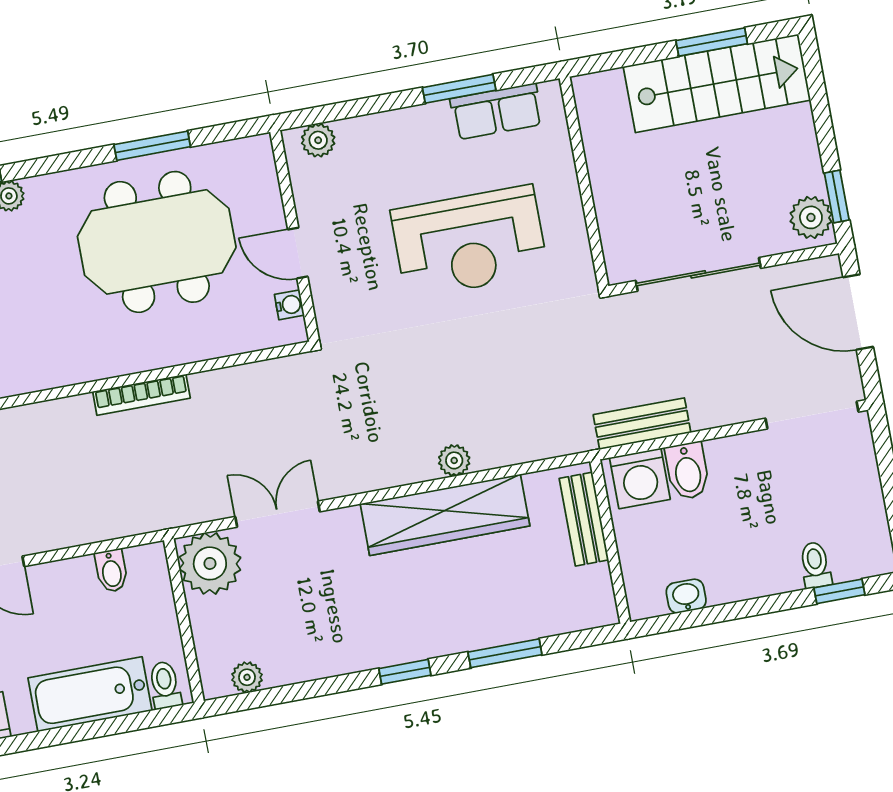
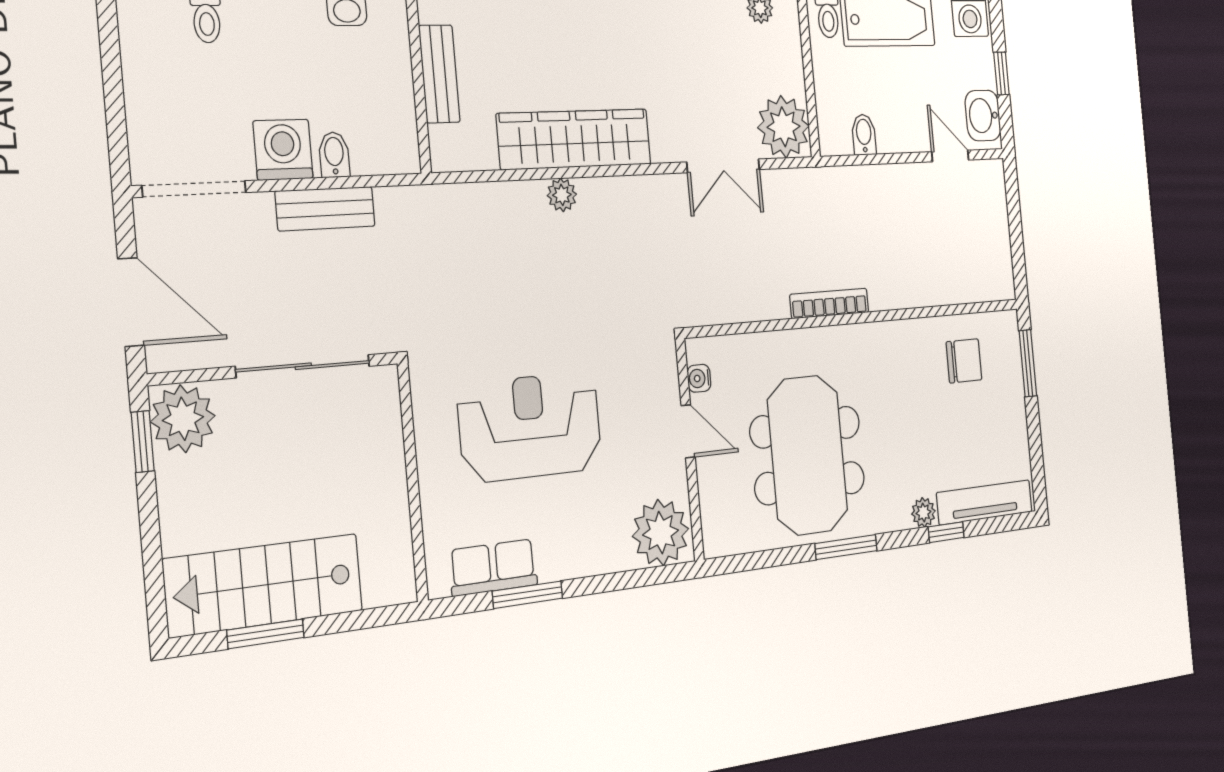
plant: (318, 140) -> (661, 533), width x1.88, depth x1.88
window: (152, 146) -> (846, 547), moved
plant: (811, 217) -> (183, 419), width x1.36, depth x1.36
meeting table: (157, 242) -> (808, 455), turned 90
bench: (642, 424) -> (325, 209), moved
bidet: (687, 471) -> (334, 155), width x0.72, depth x0.74
washing machine: (640, 478) -> (283, 150), moved
bench: (584, 519) -> (439, 74), moved

